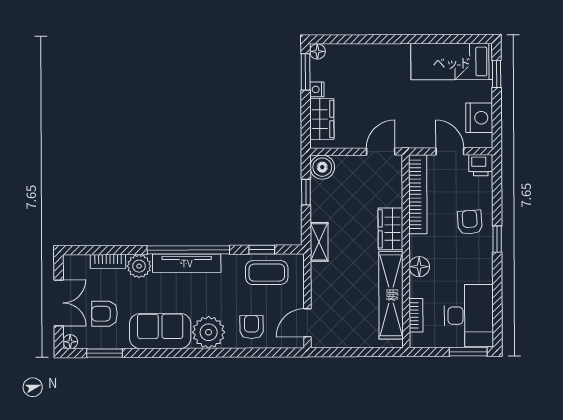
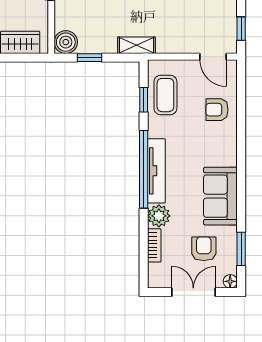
armchair: (105, 314) -> (204, 249), turned 180
plant: (209, 332) -> (222, 150), removed
window: (337, 352) -> (241, 29), added

